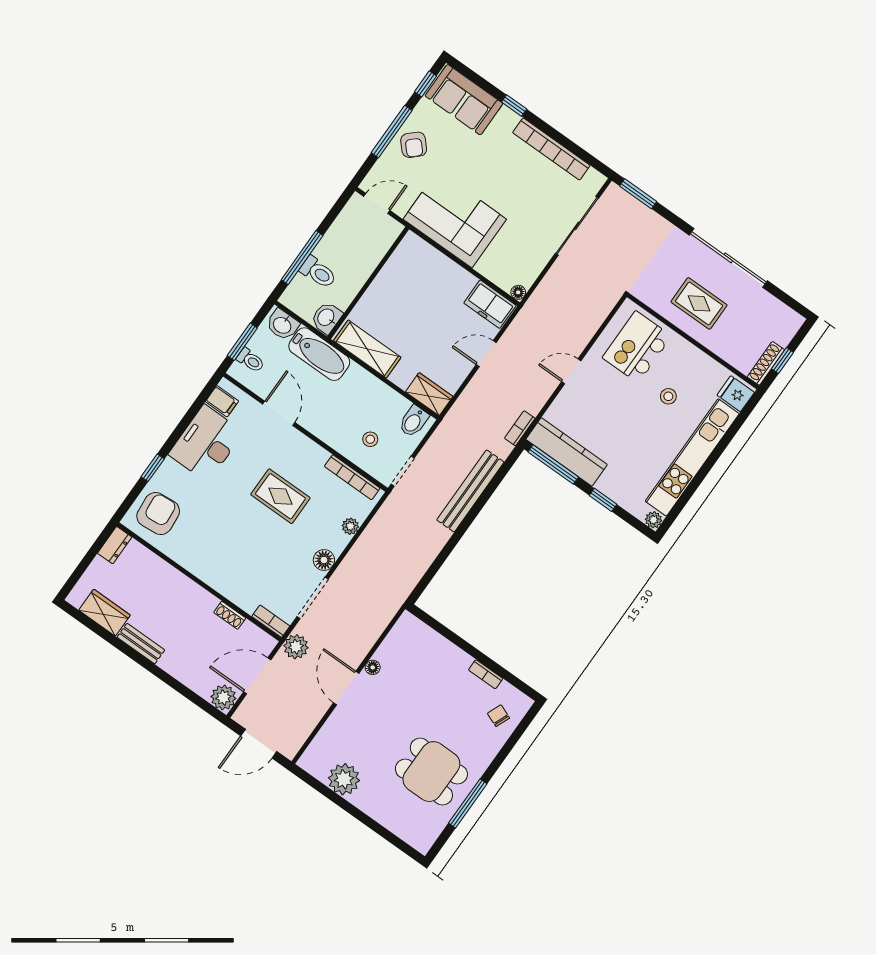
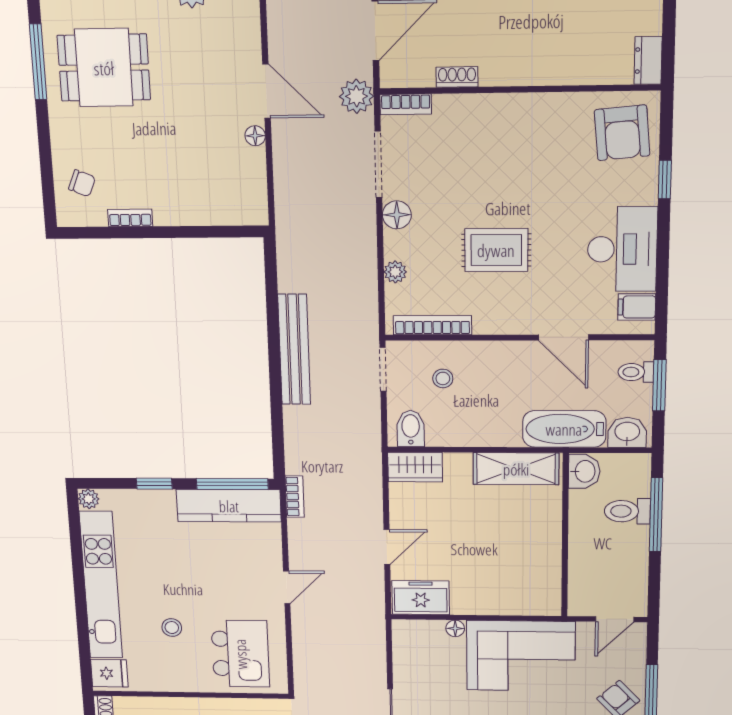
floor lamp: (518, 292) -> (455, 628), moved
bench: (470, 491) -> (294, 350), moved

